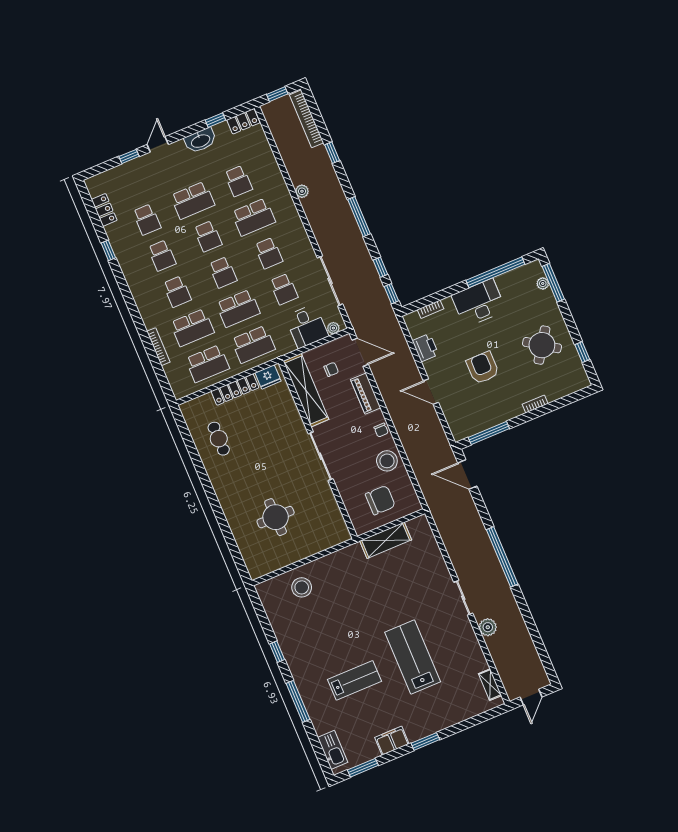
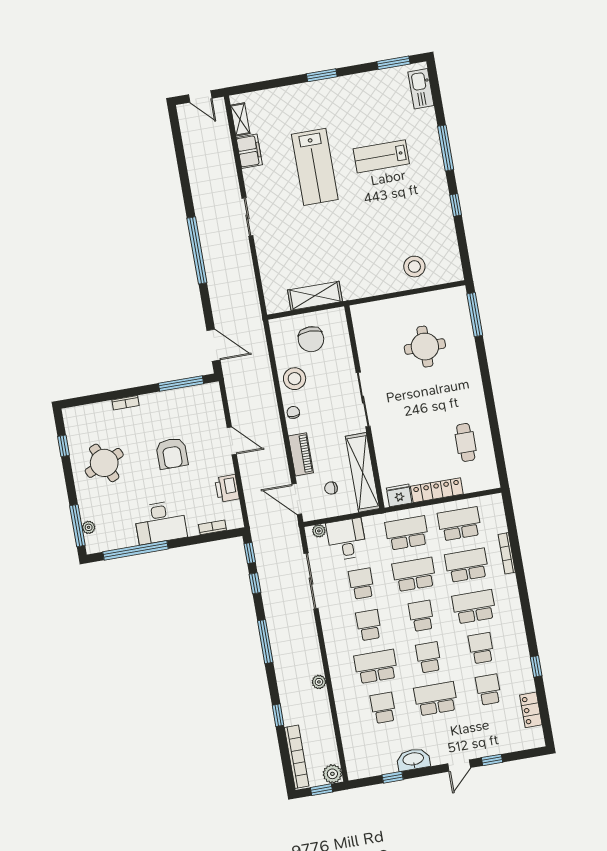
locker: (243, 121) -> (364, 769), removed
school desk: (177, 292) -> (474, 607), width x1.85
round table: (542, 345) -> (104, 463), turned 32
chair: (380, 500) -> (311, 339), turned -90
window: (237, 556) -> (475, 315), added
plant: (488, 627) -> (332, 774), moved
door: (531, 697) -> (200, 96), swing flipped
filing cabinet: (392, 741) -> (249, 151), moved, turned -90

